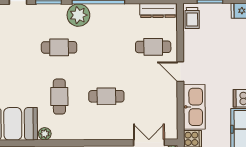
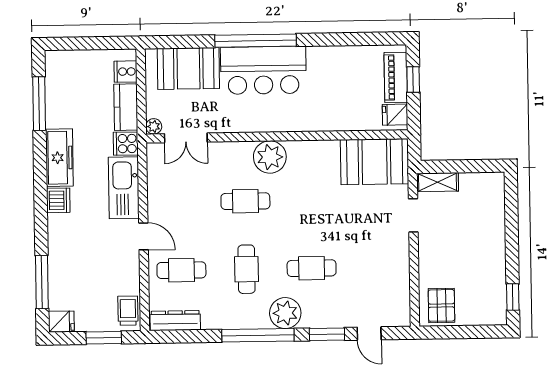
cafe table: (59, 97) -> (247, 269), moved
plant: (45, 134) -> (270, 157), moved, width x1.88, depth x1.88

